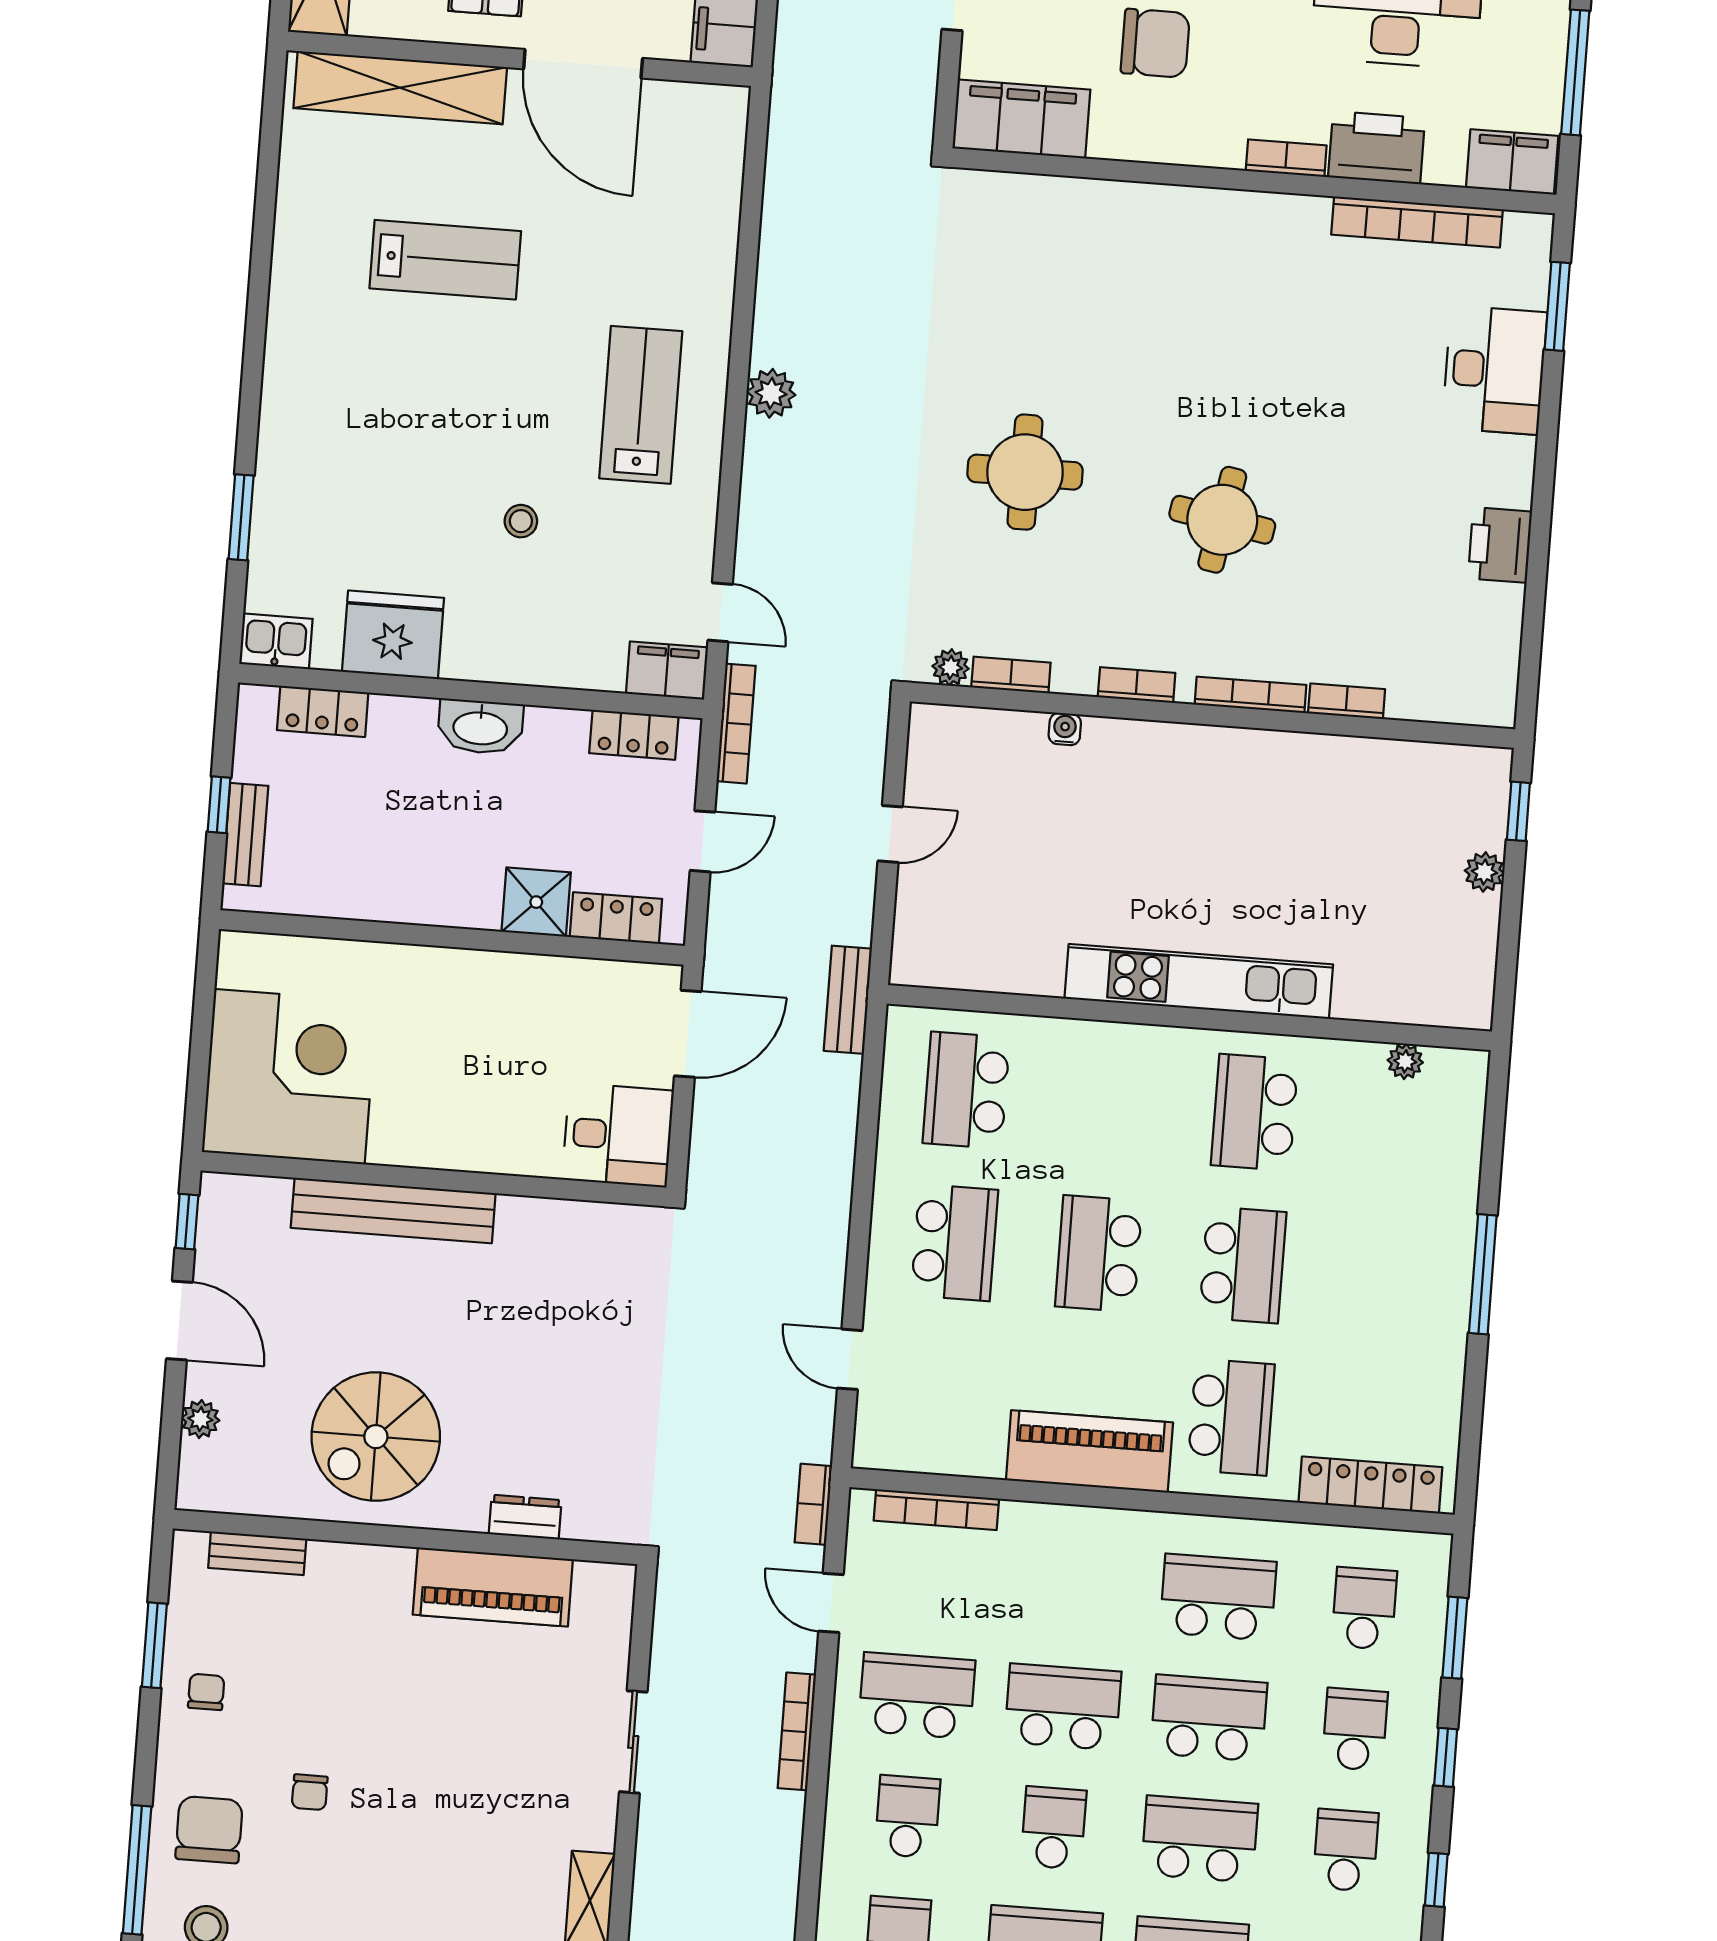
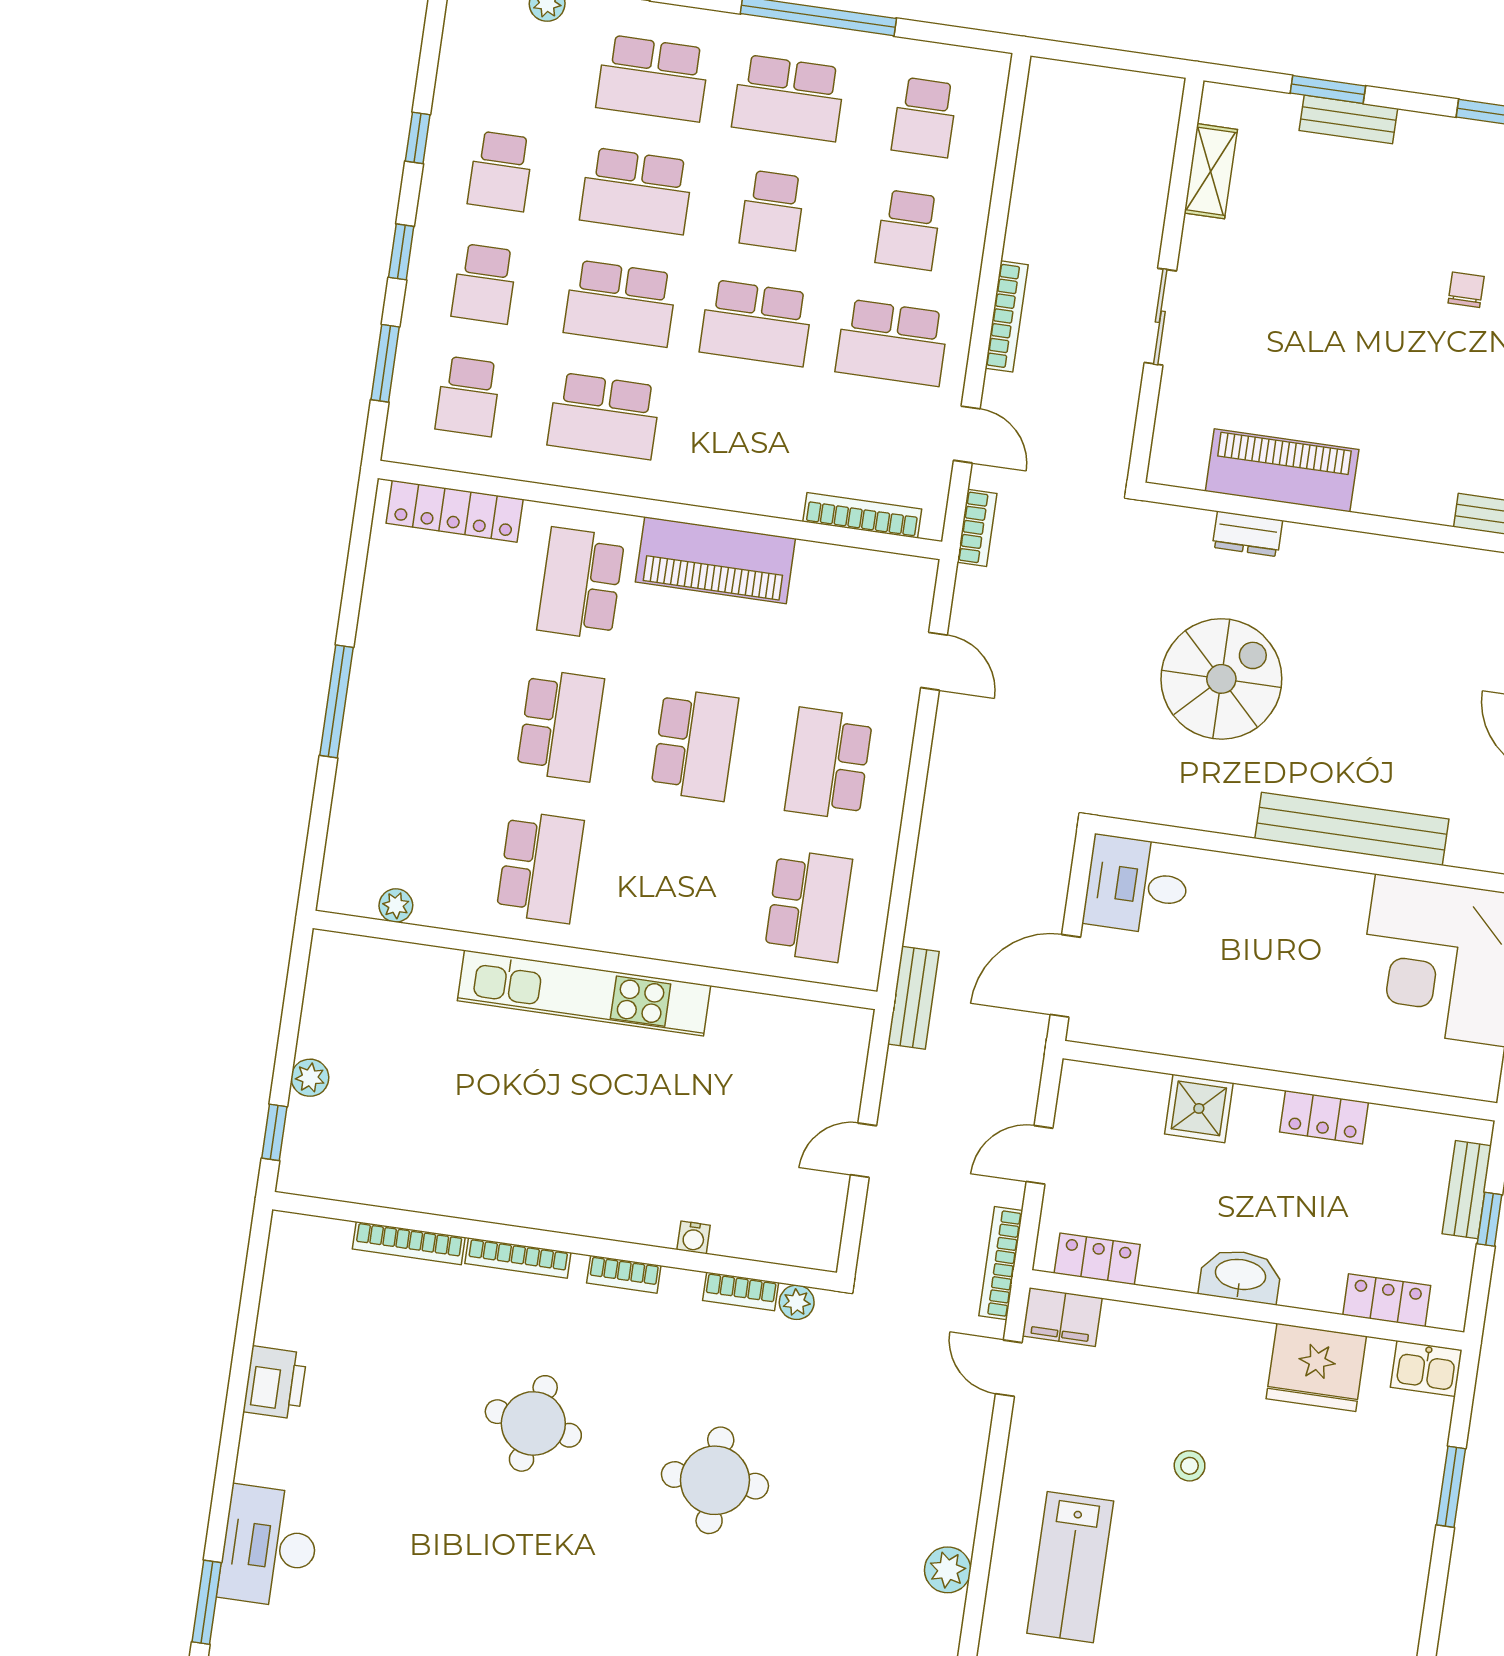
bookcase: (1347, 701) -> (409, 1243), width x1.56
locker: (616, 918) -> (1324, 1117), moved
school desk: (1243, 1265) -> (560, 725), turned 180
spiral stairs: (376, 1437) -> (1221, 679), moved

